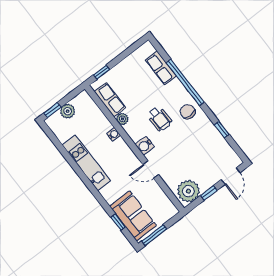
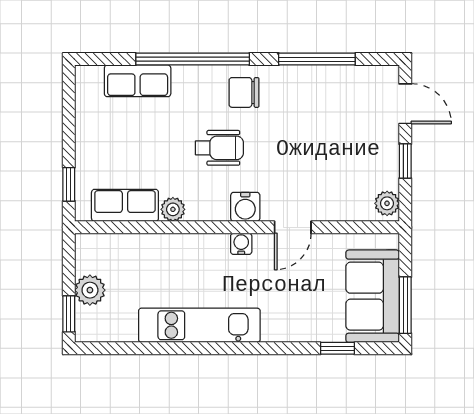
window: (222, 130) -> (317, 59), width x2.17
water cooler: (114, 134) -> (241, 244), moved
plant: (188, 191) -> (387, 203), width x0.53, depth x0.53
sofa: (133, 216) -> (373, 296), moved, turned -90

